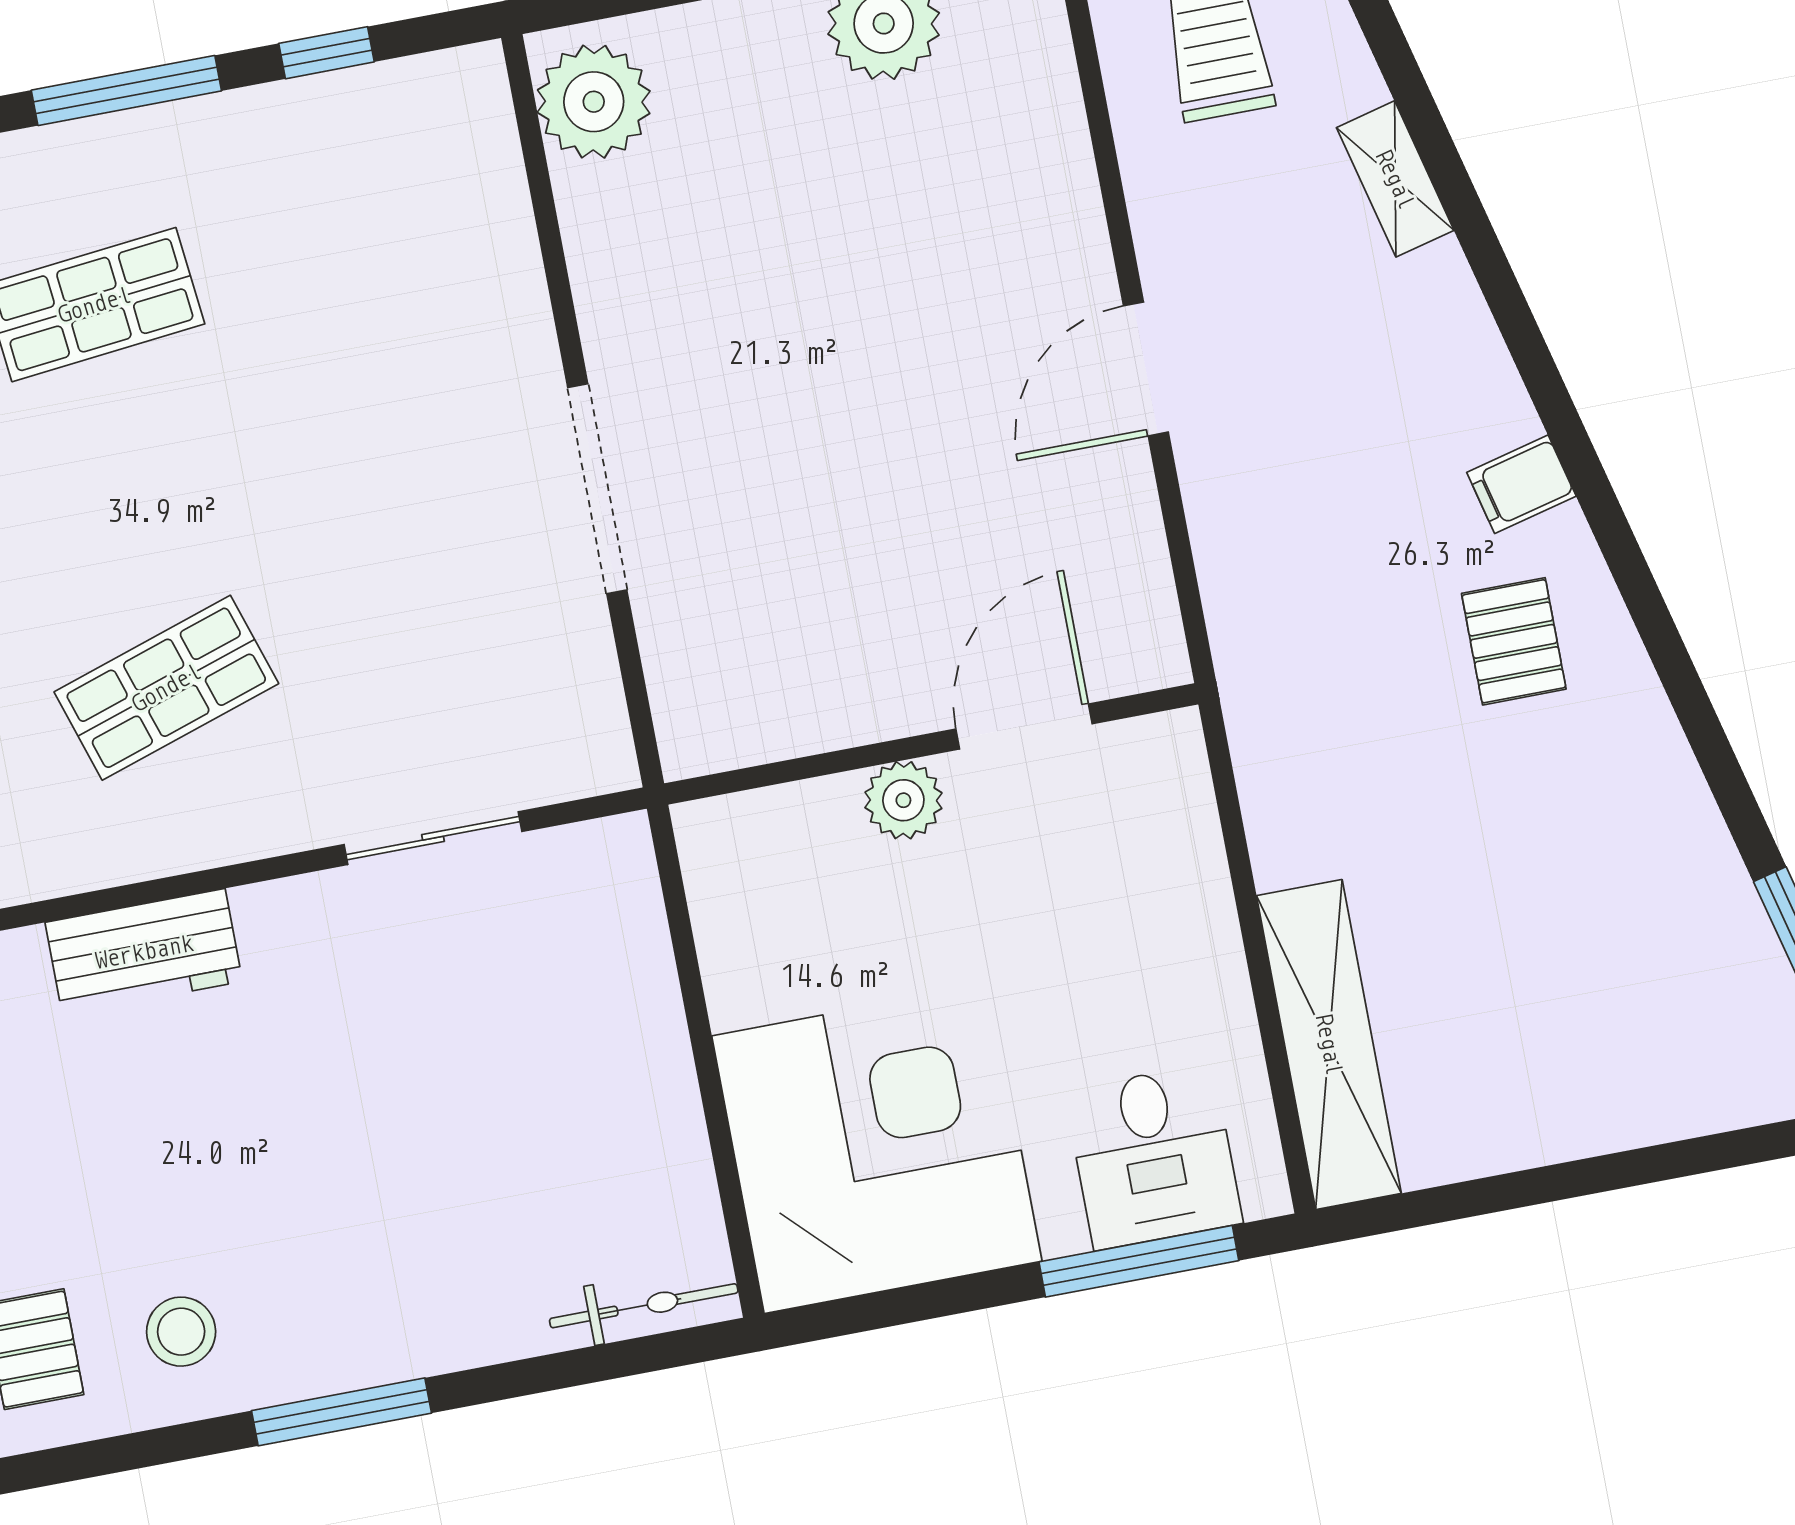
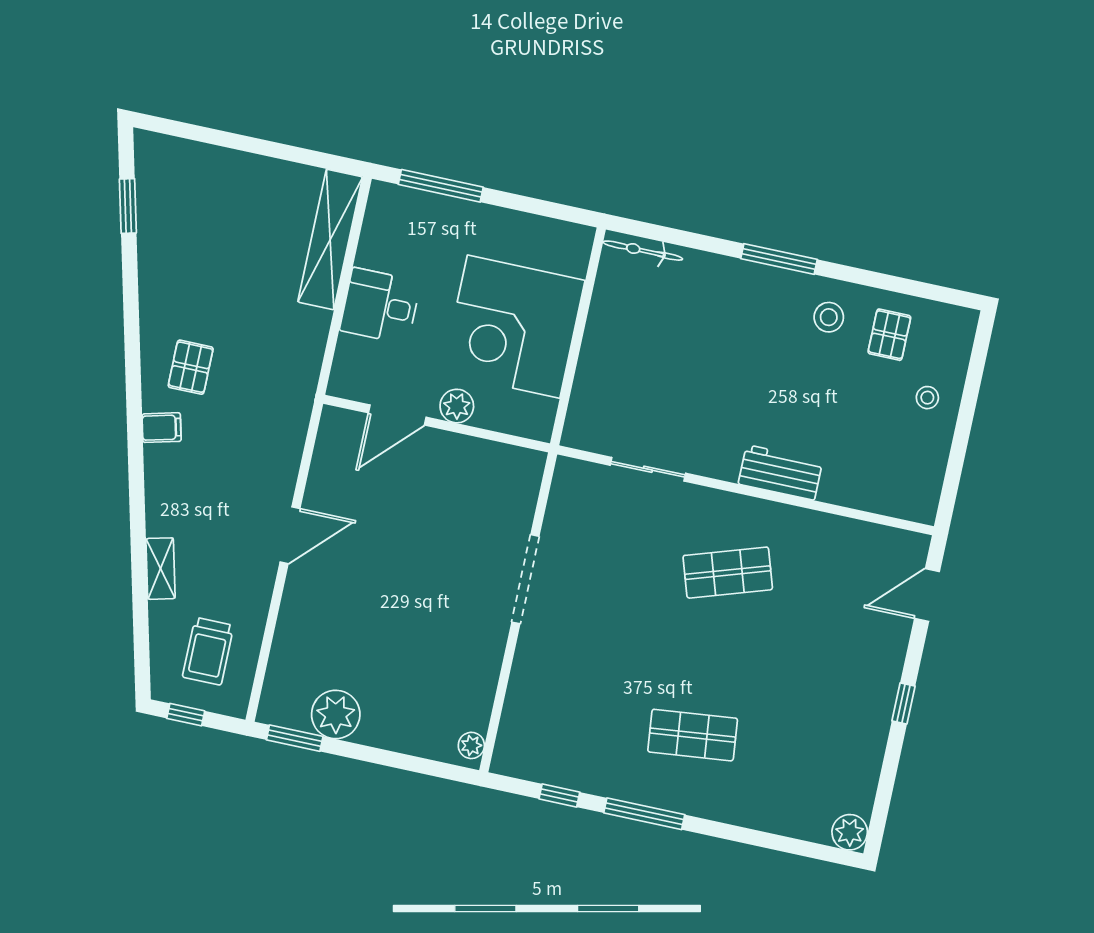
plant: (594, 102) -> (471, 745), width x0.53, depth x0.53
corner desk: (877, 1149) -> (514, 327), moved
desk: (1154, 1157) -> (380, 306), moved, turned -90

